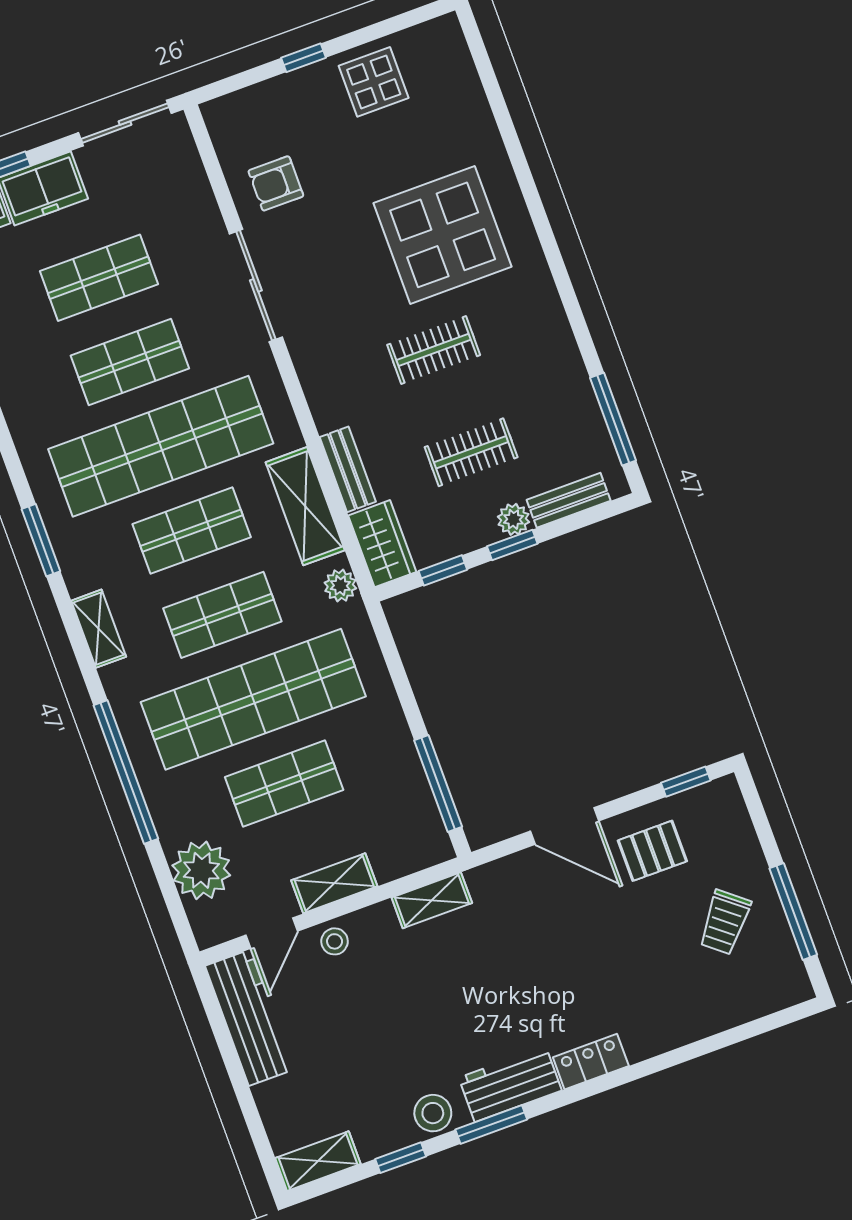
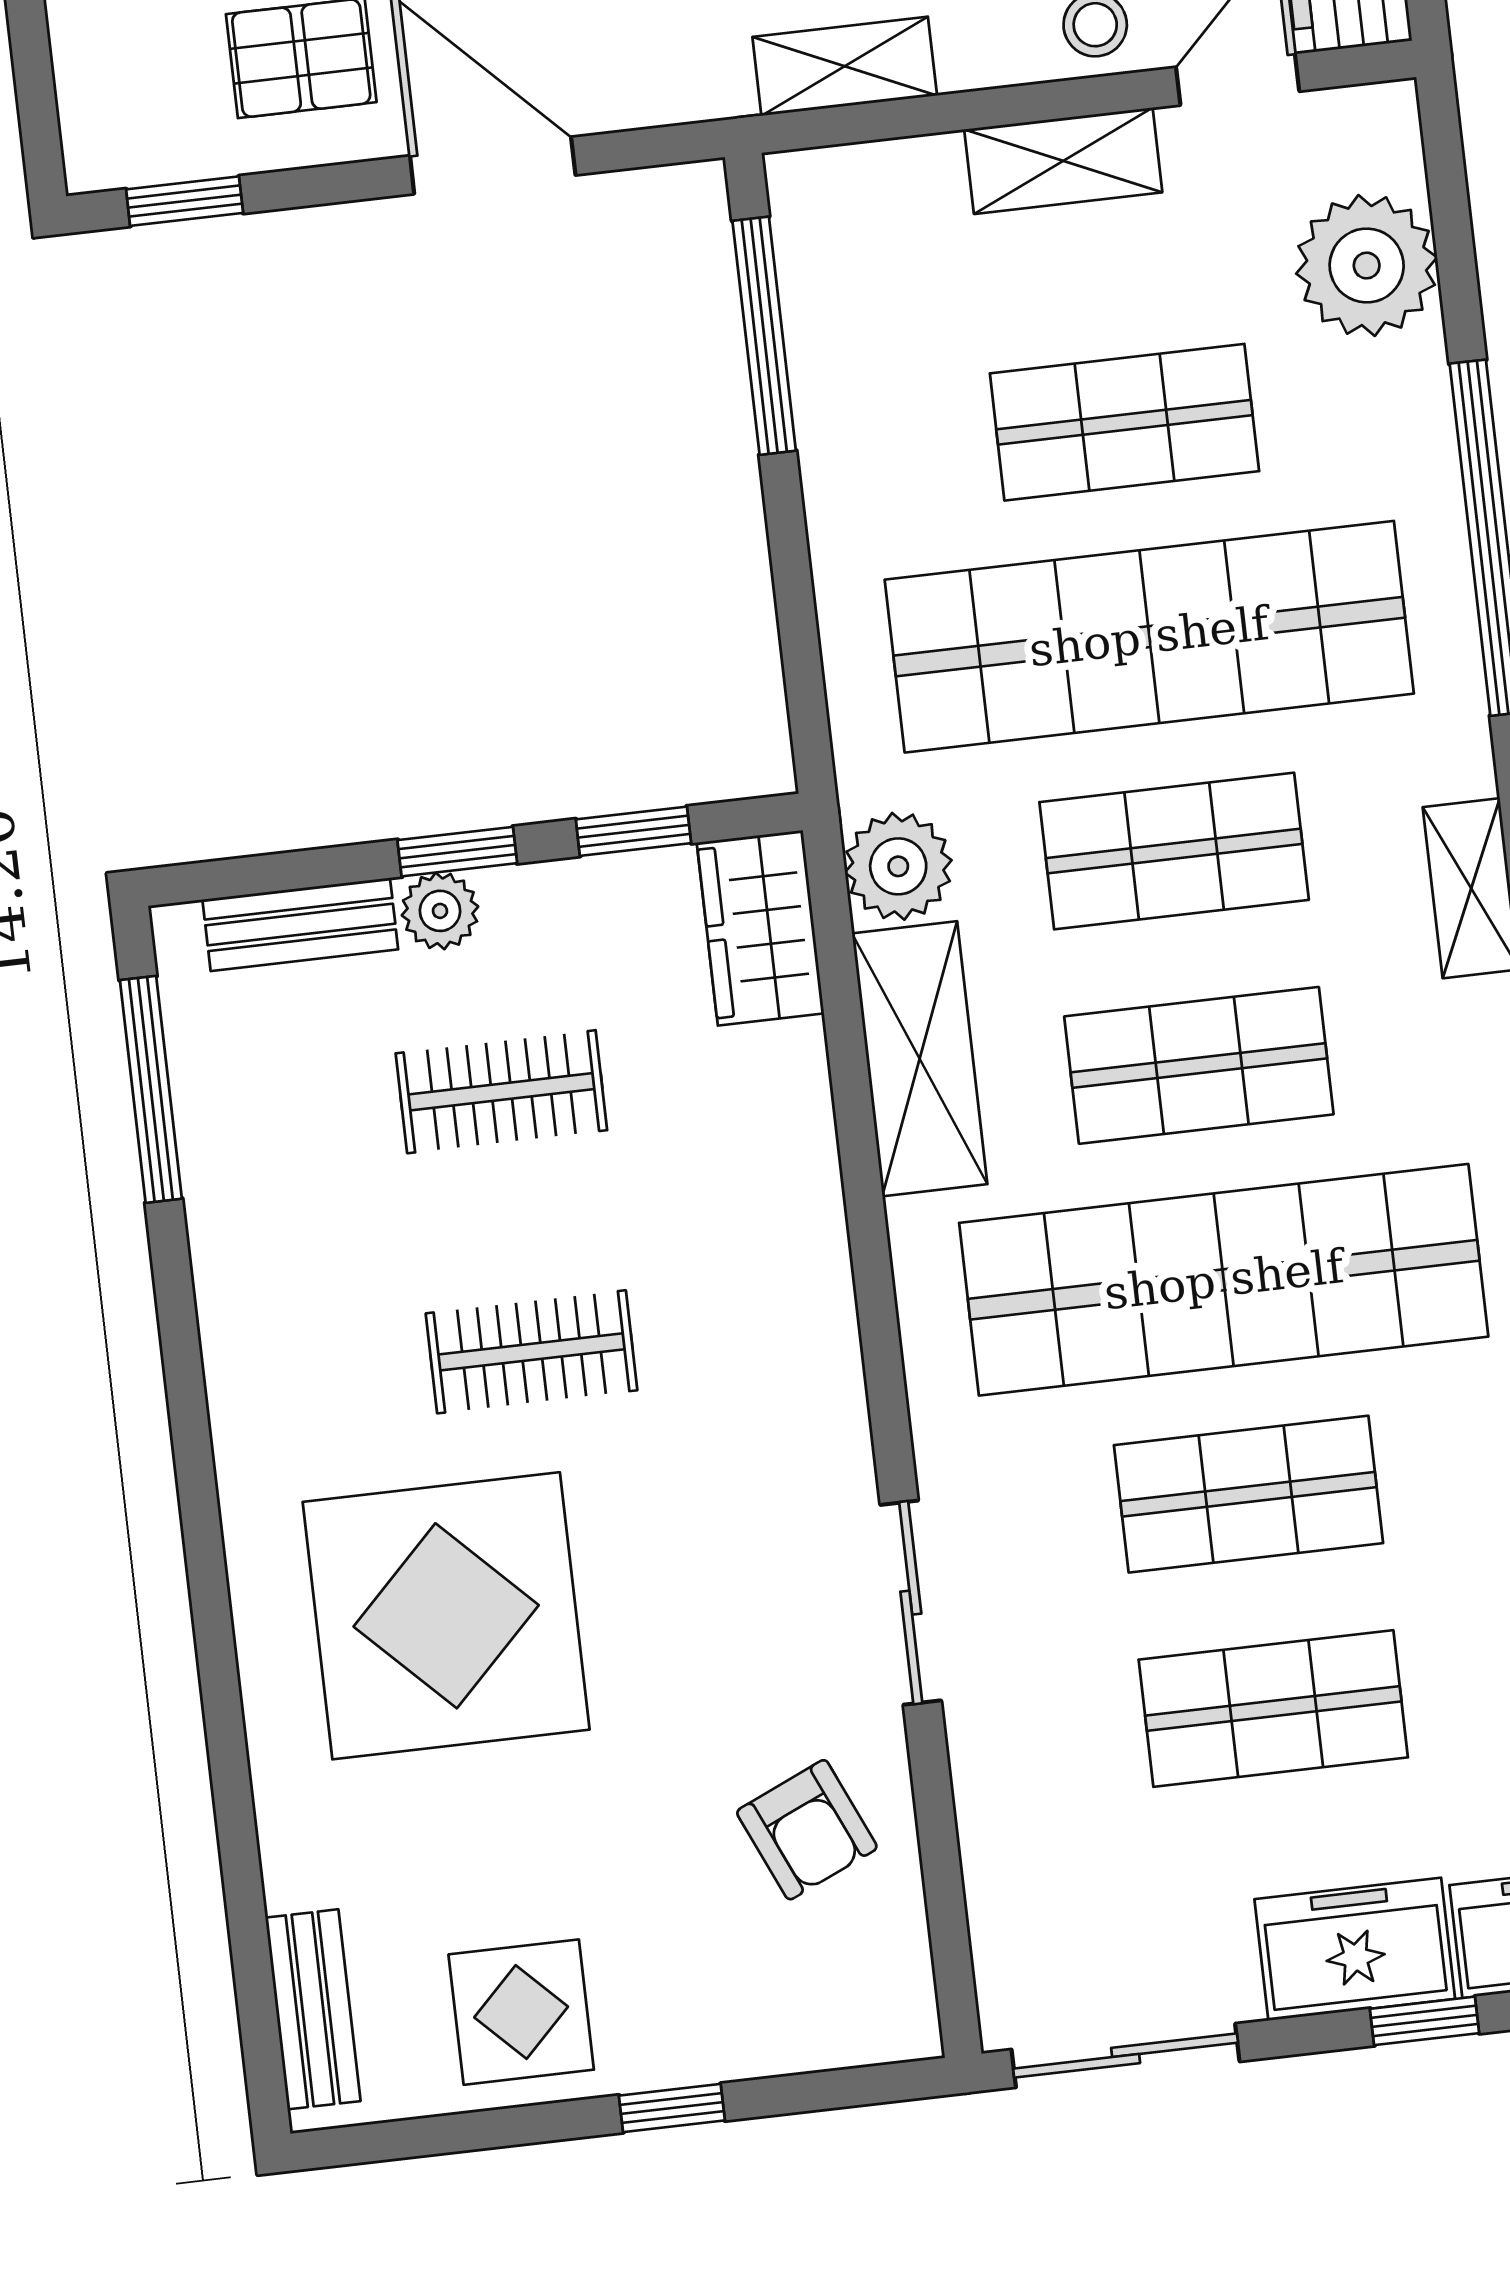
armchair: (276, 183) -> (807, 1830), turned 66
sliding door: (256, 285) -> (911, 1603), width x0.73
bench: (348, 469) -> (313, 2009), moved
plant: (340, 586) -> (898, 866), width x1.38, depth x1.38

